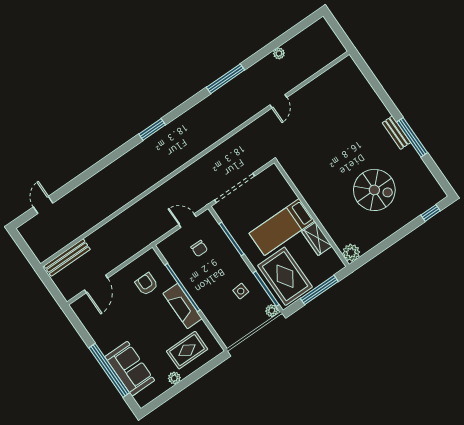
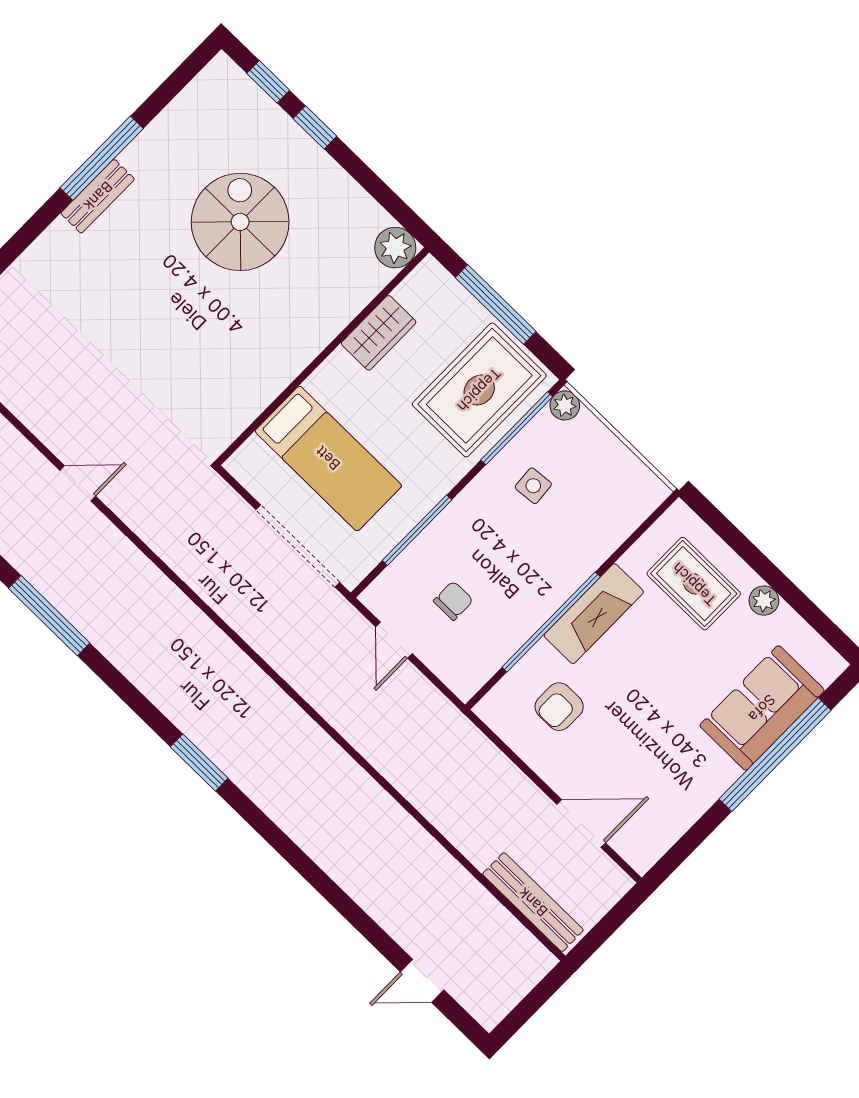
bed: (282, 227) -> (328, 458), moved
window: (408, 229) -> (315, 127), added

